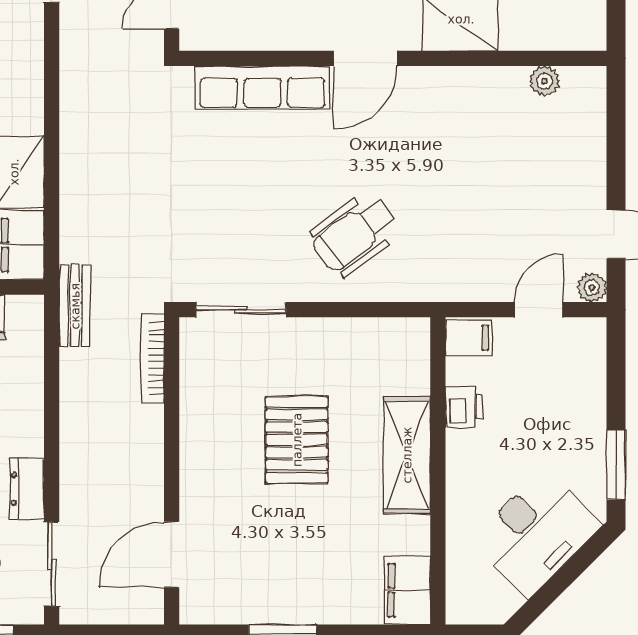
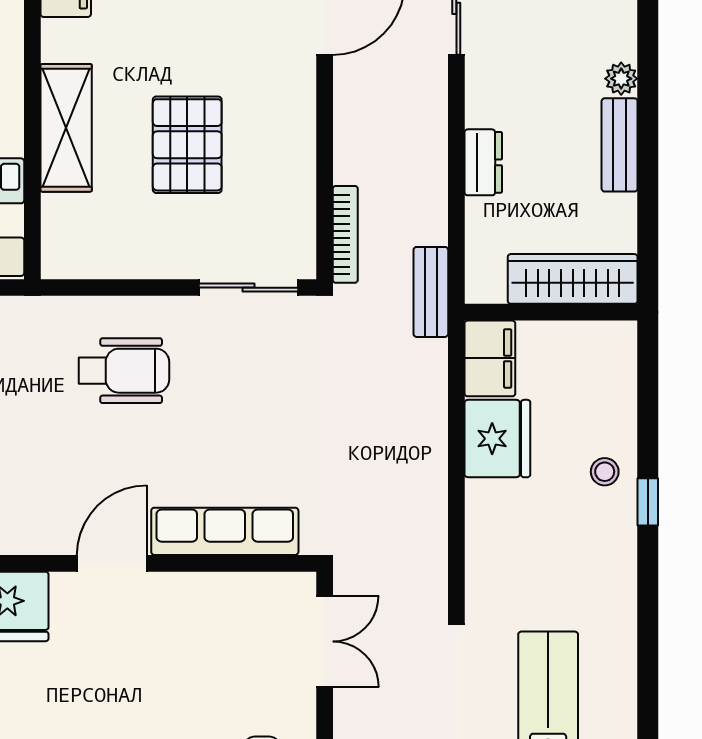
wheelchair: (354, 234) -> (124, 371), turned 37
dresser: (27, 489) -> (483, 162), moved

